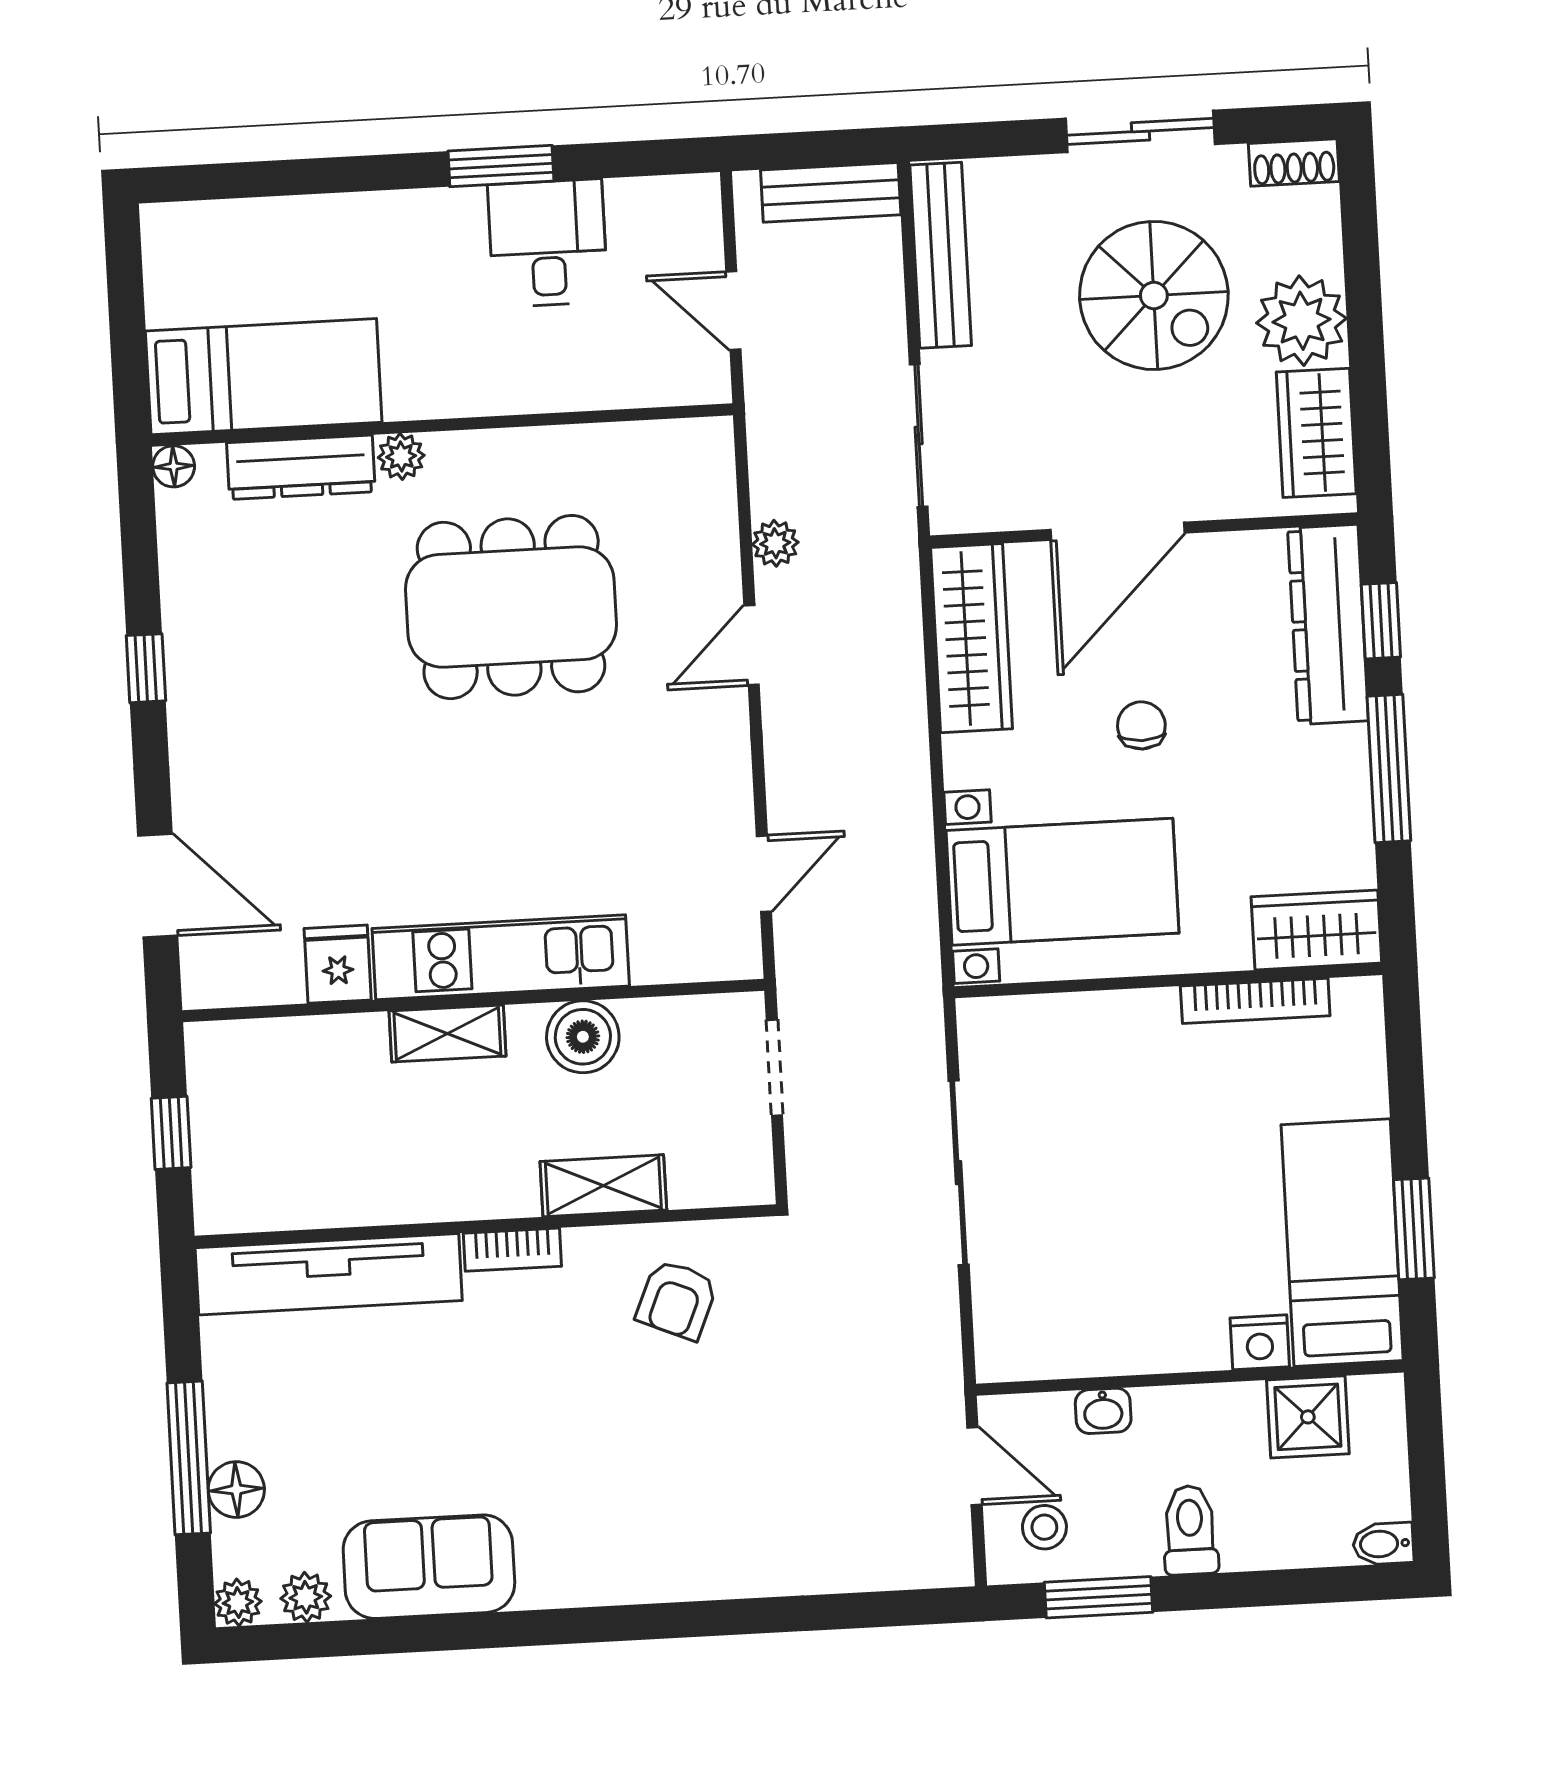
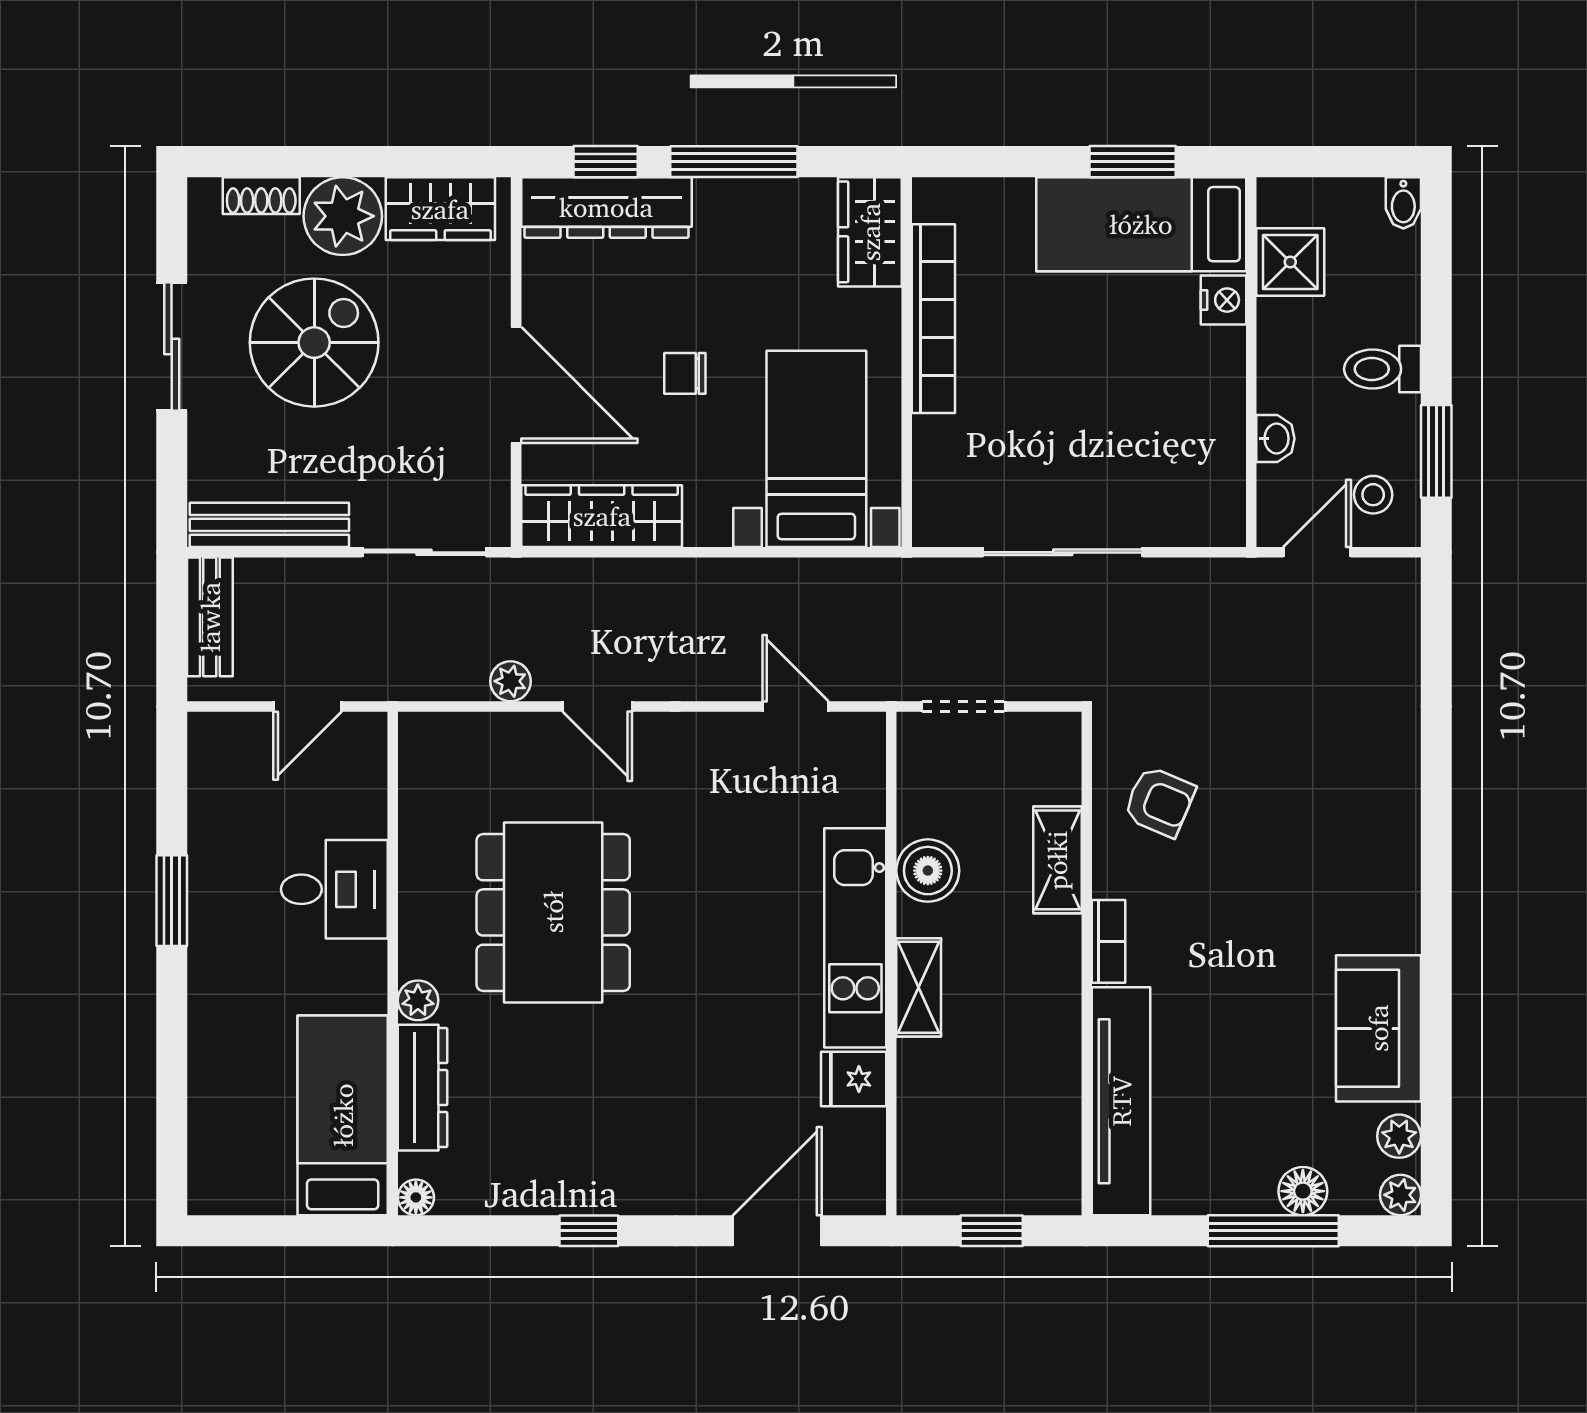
shoe rack: (1294, 162) -> (261, 196), moved, turned 90
desk: (548, 243) -> (334, 889), moved, turned 180
bookcase: (1255, 1001) -> (933, 319), width x1.48, depth x1.31

